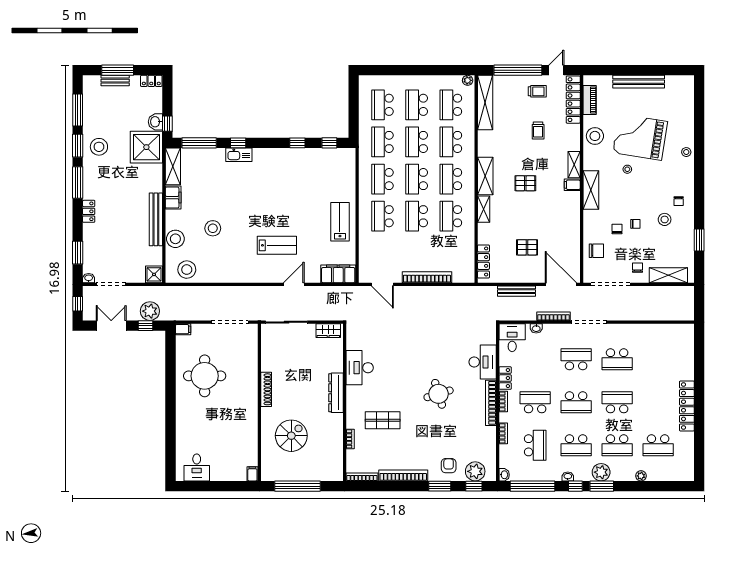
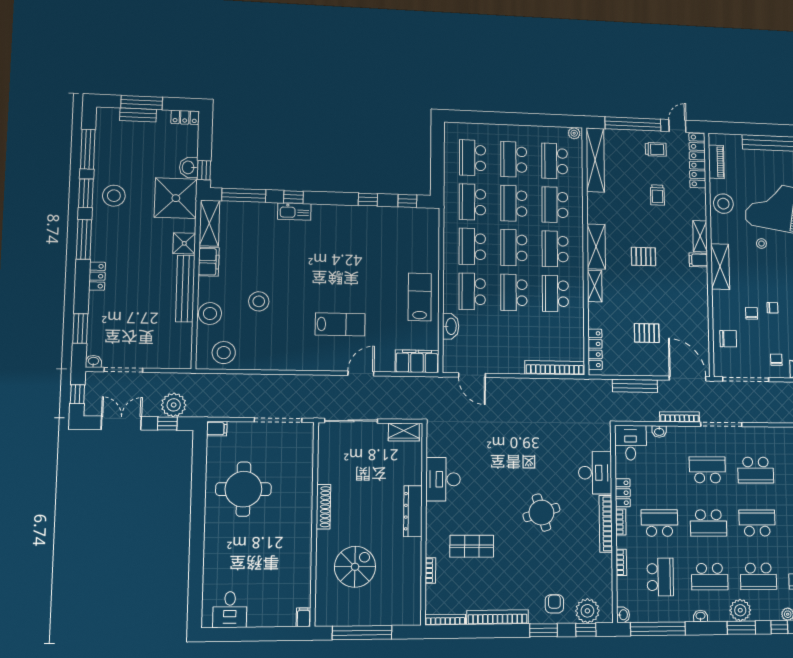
washbasin: (365, 245) -> (451, 326), added
shower: (154, 274) -> (184, 243), moved
bookcase: (427, 277) -> (555, 368), moved
window: (575, 486) -> (779, 627), moved

